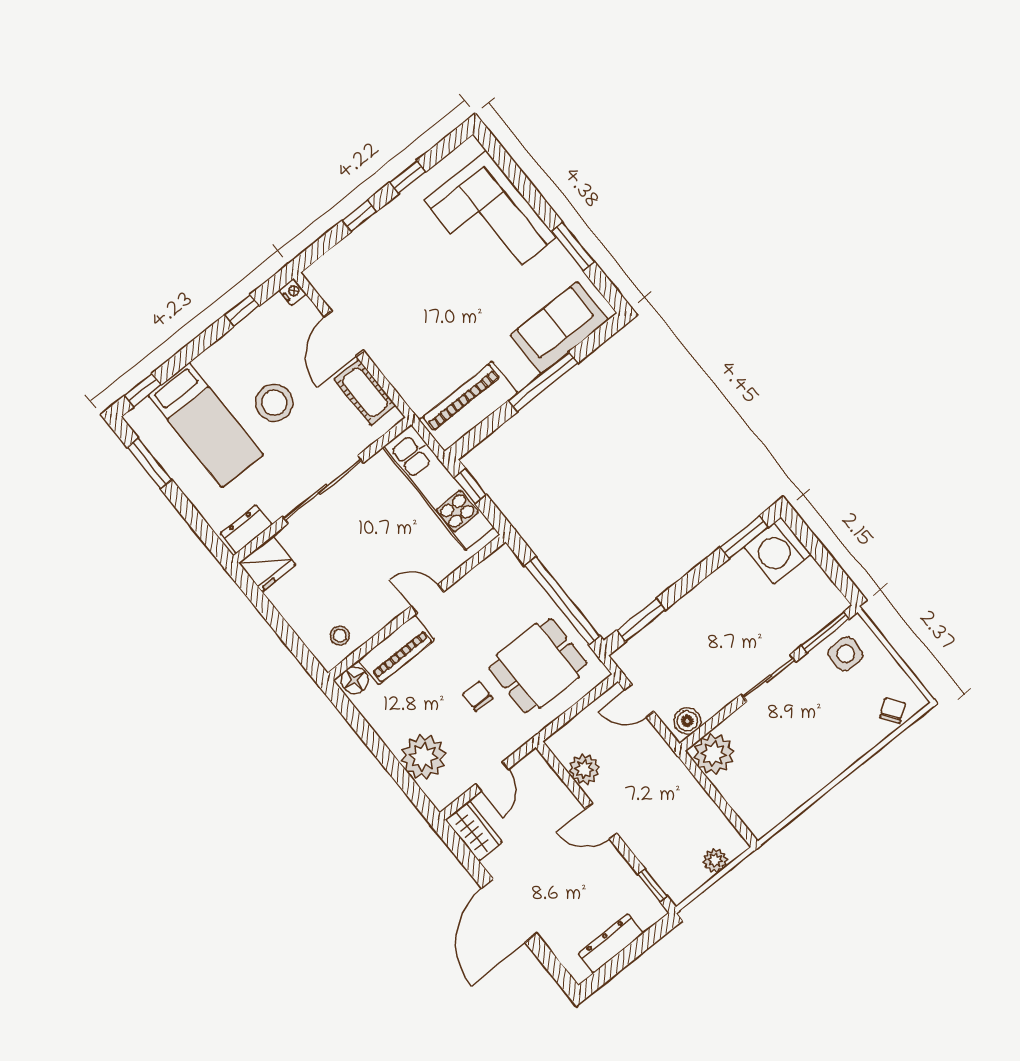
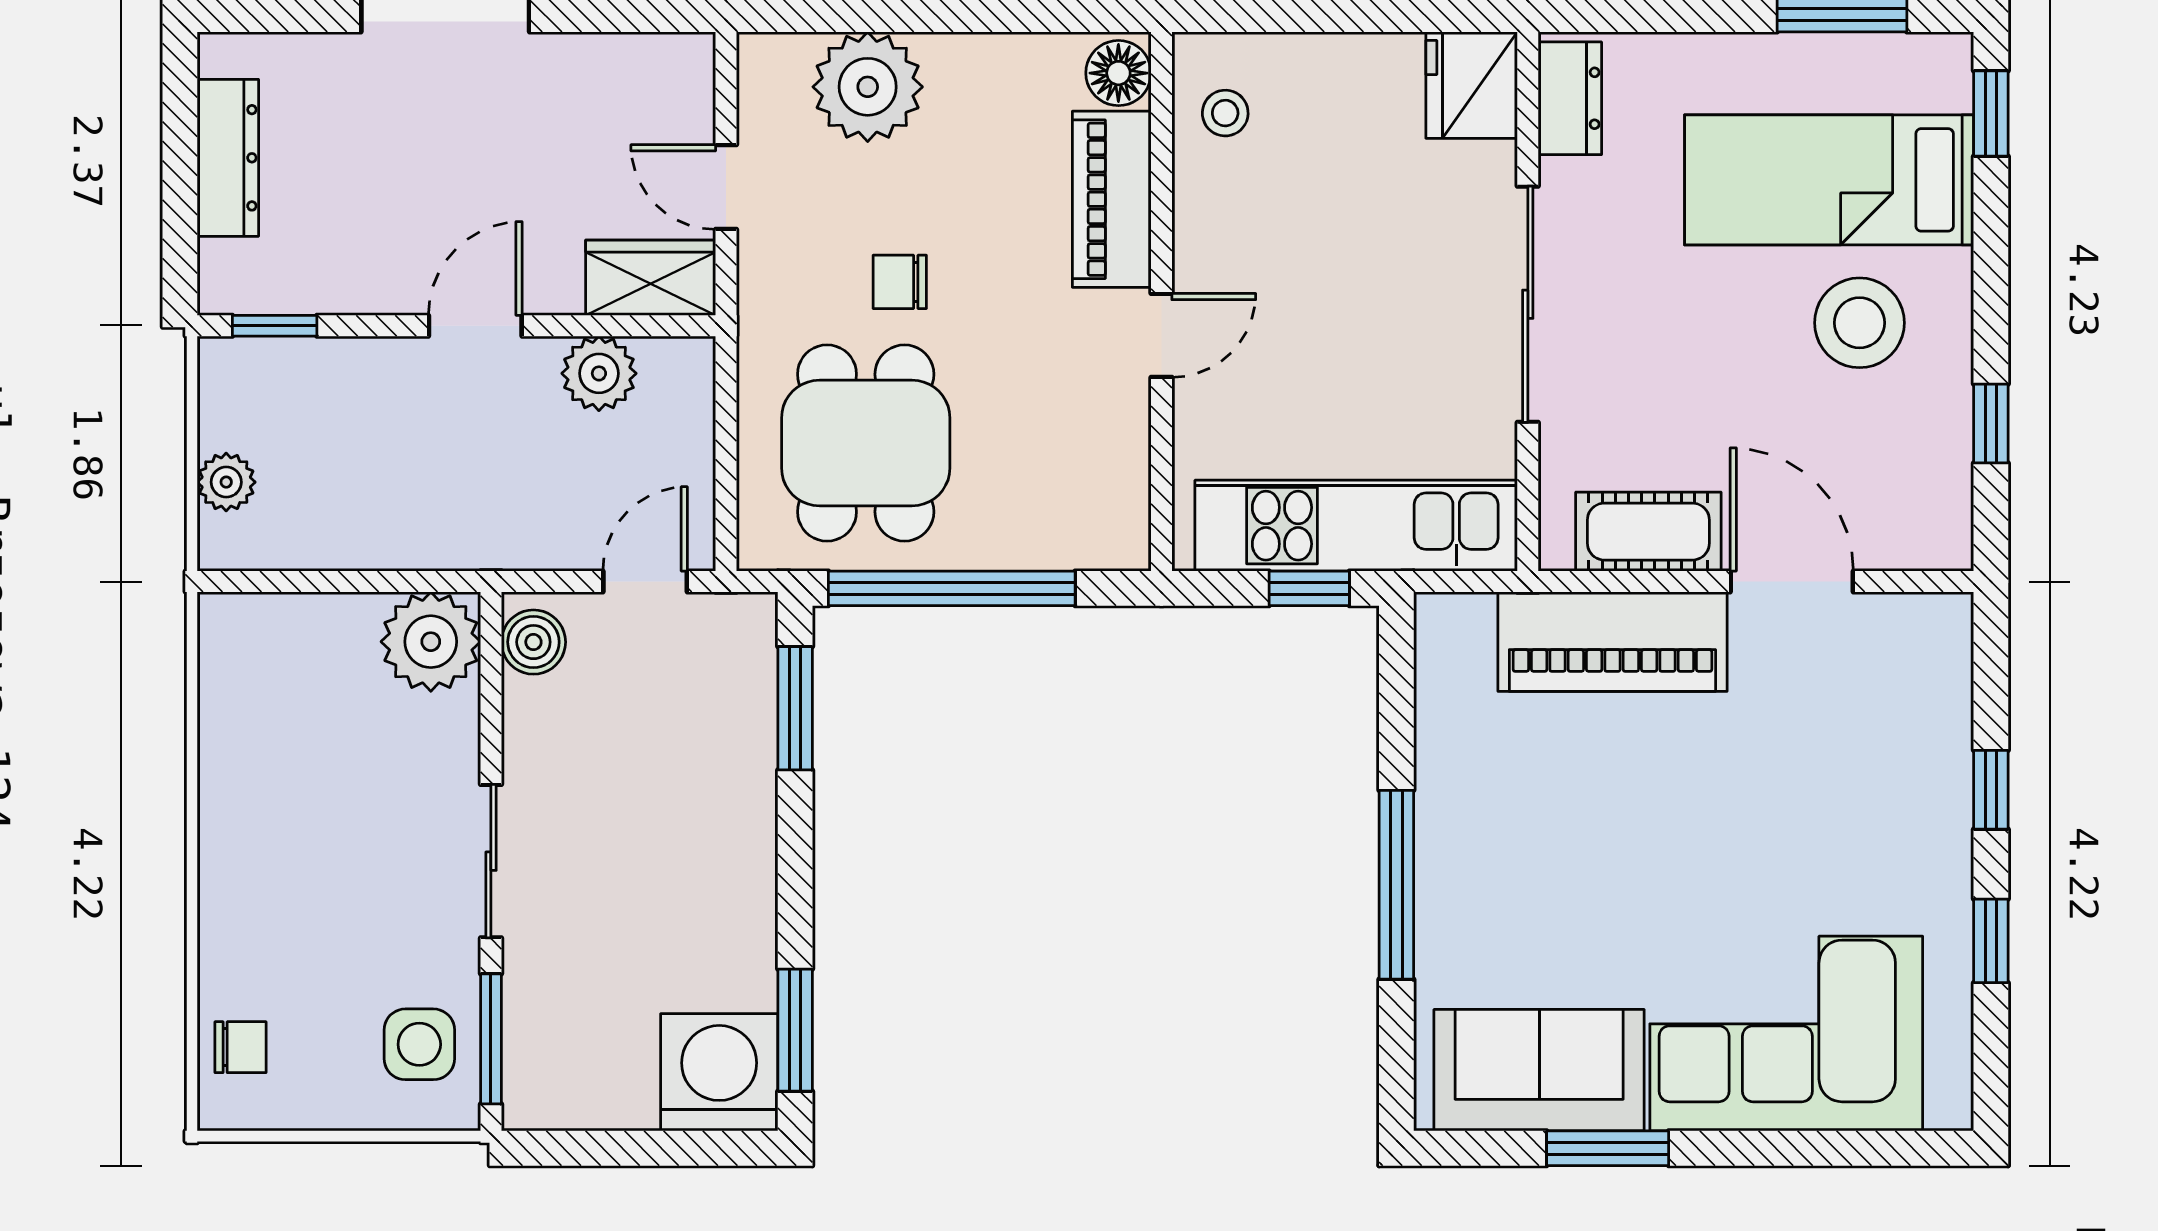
nightstand: (293, 292) -> (1949, 548), removed
sofa: (559, 328) -> (1539, 1070), moved, turned -90
stool: (274, 403) -> (1859, 323), moved
piano: (468, 406) -> (1612, 642), moved, turned 90
chair: (478, 696) -> (900, 282), turned 180
chair: (893, 710) -> (240, 1047), turned -54
wardrobe: (474, 831) -> (651, 278), moved, turned 180

